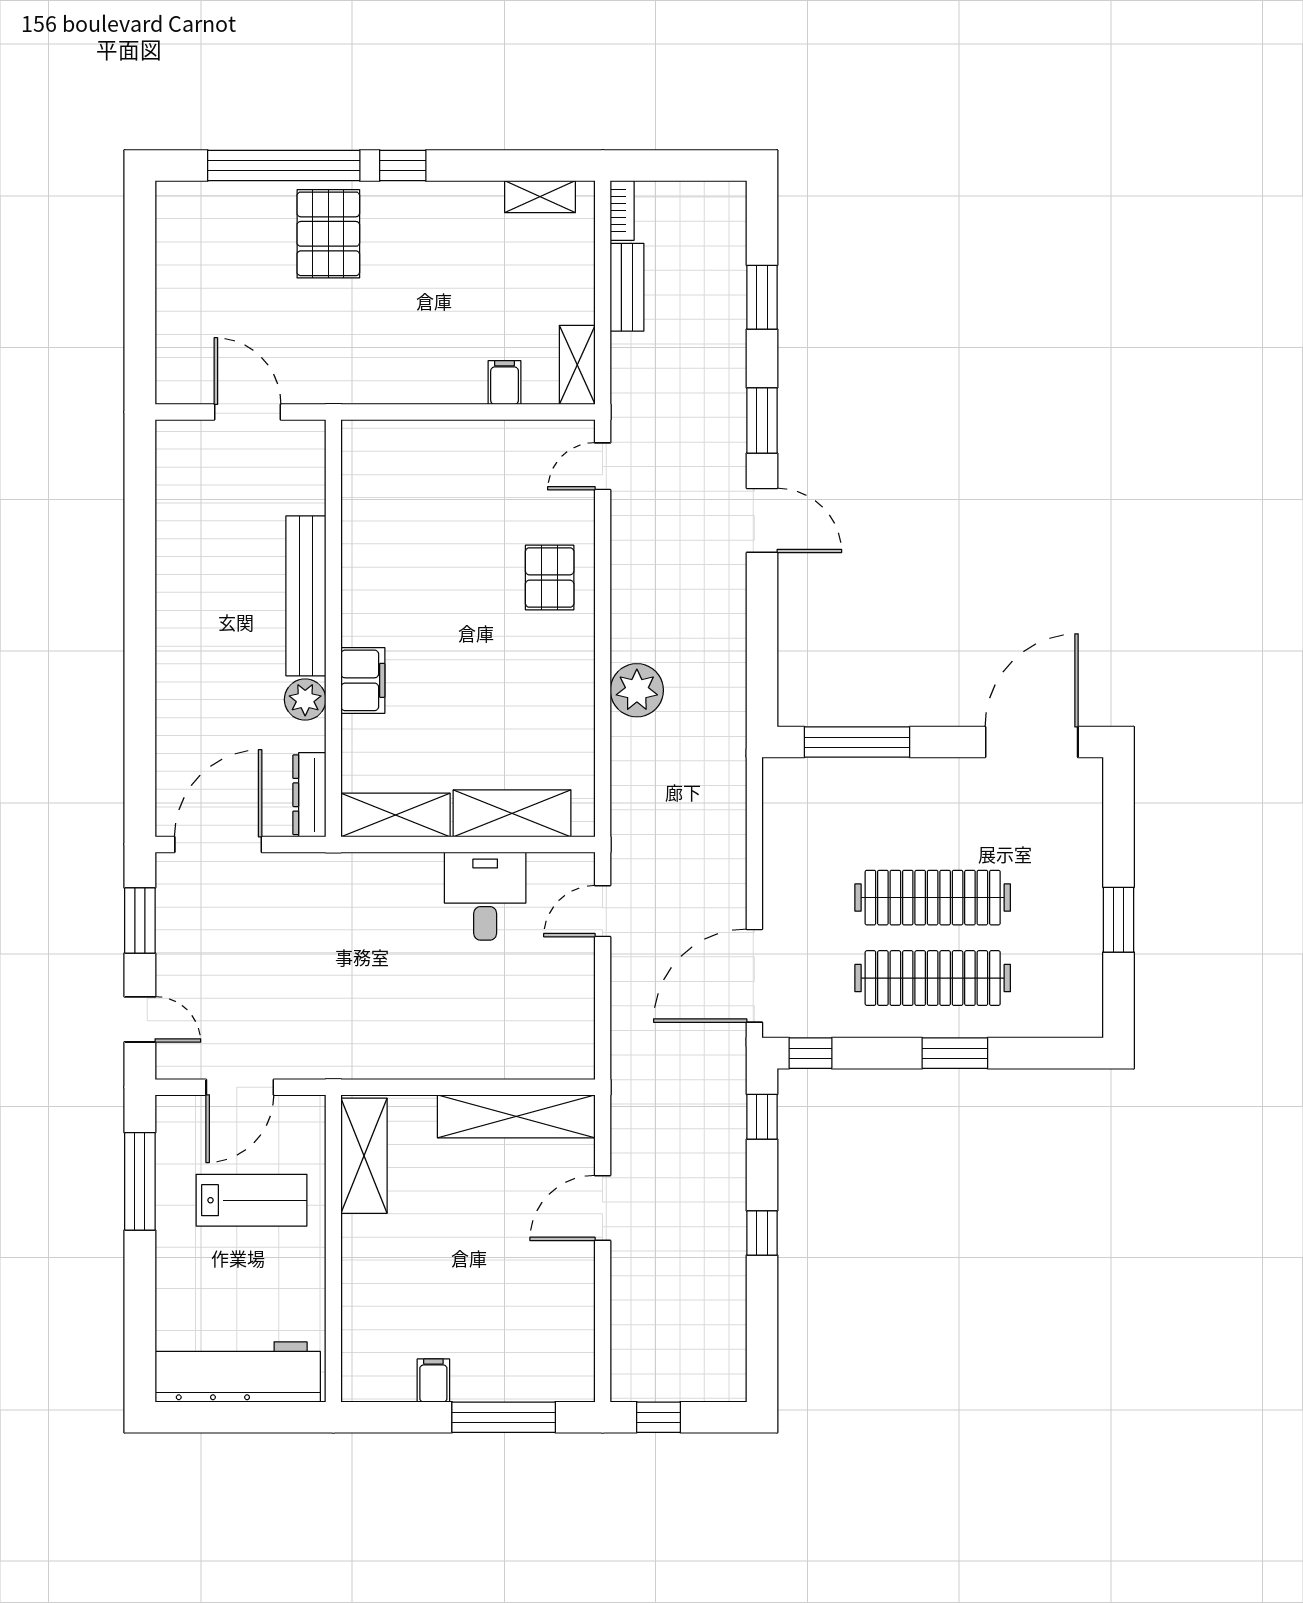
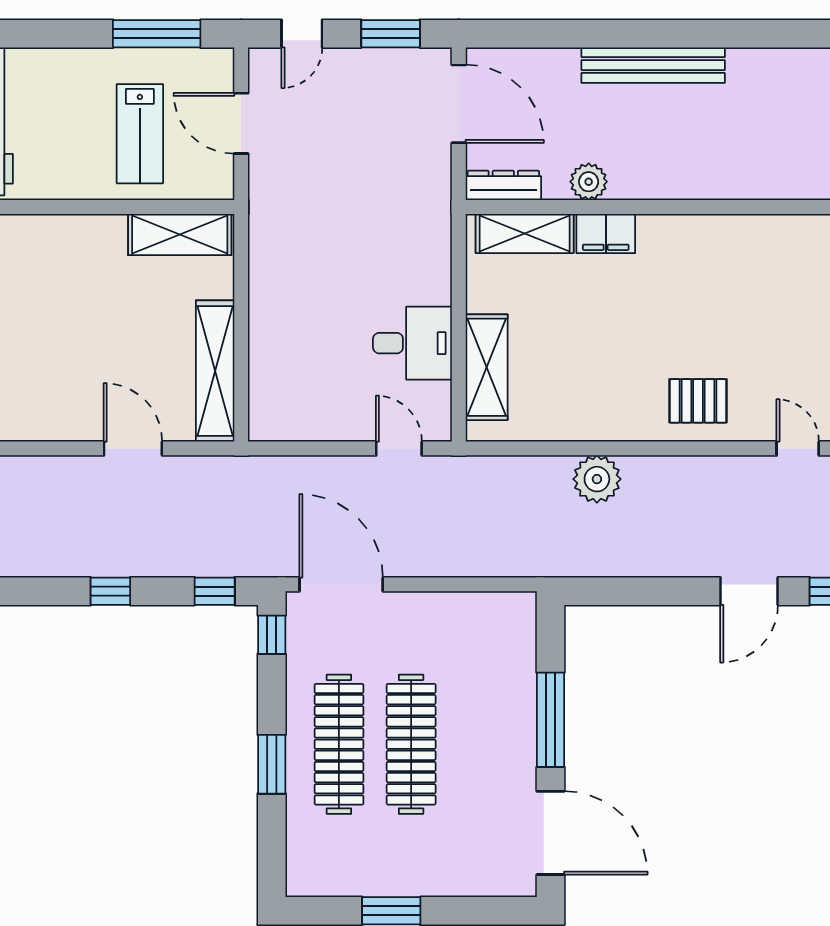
bench: (306, 596) -> (653, 65), moved
window: (857, 742) -> (550, 720), moved
shelving: (396, 815) -> (525, 233), moved, turned 90

